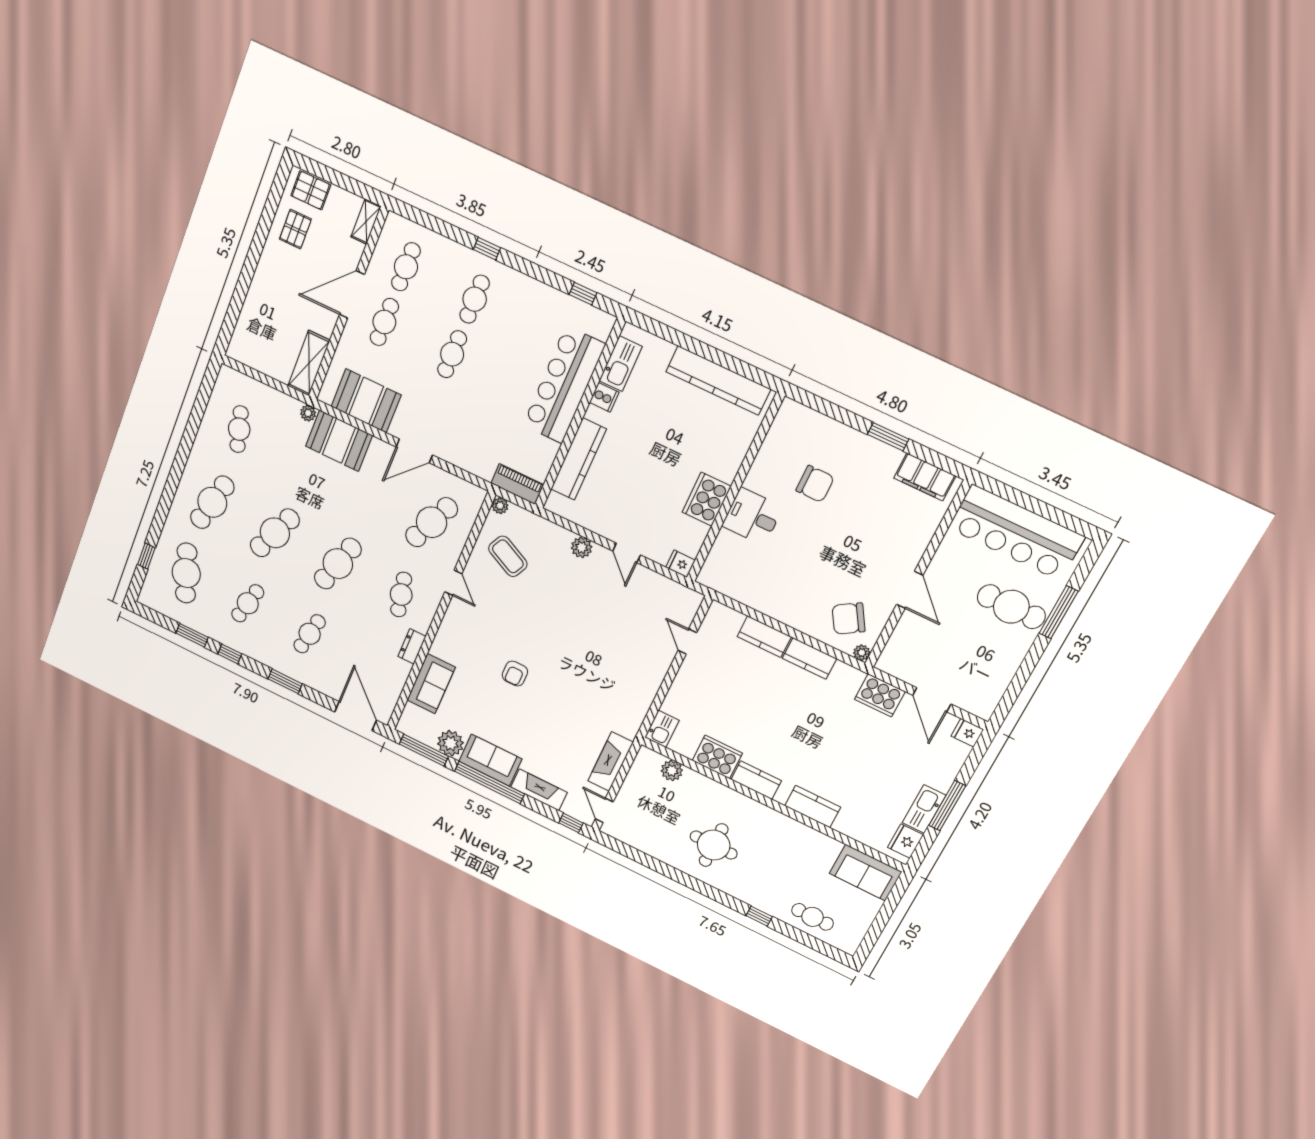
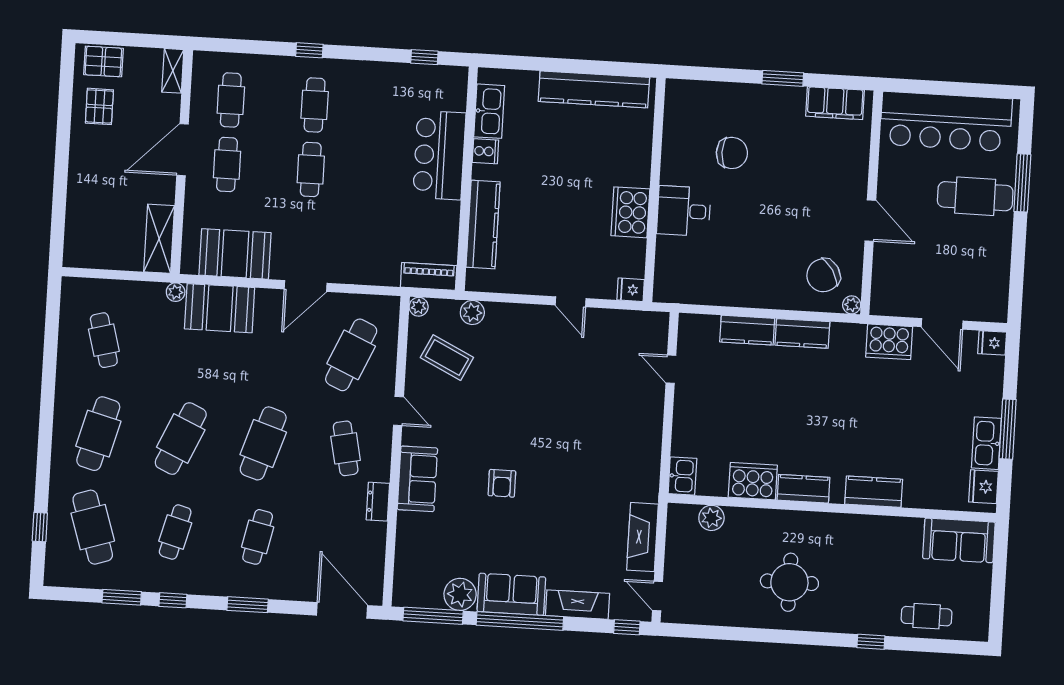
bar counter: (564, 385) -> (439, 155), width x0.73
plant: (582, 547) -> (472, 312), moved
sofa: (431, 684) -> (417, 479), moved

